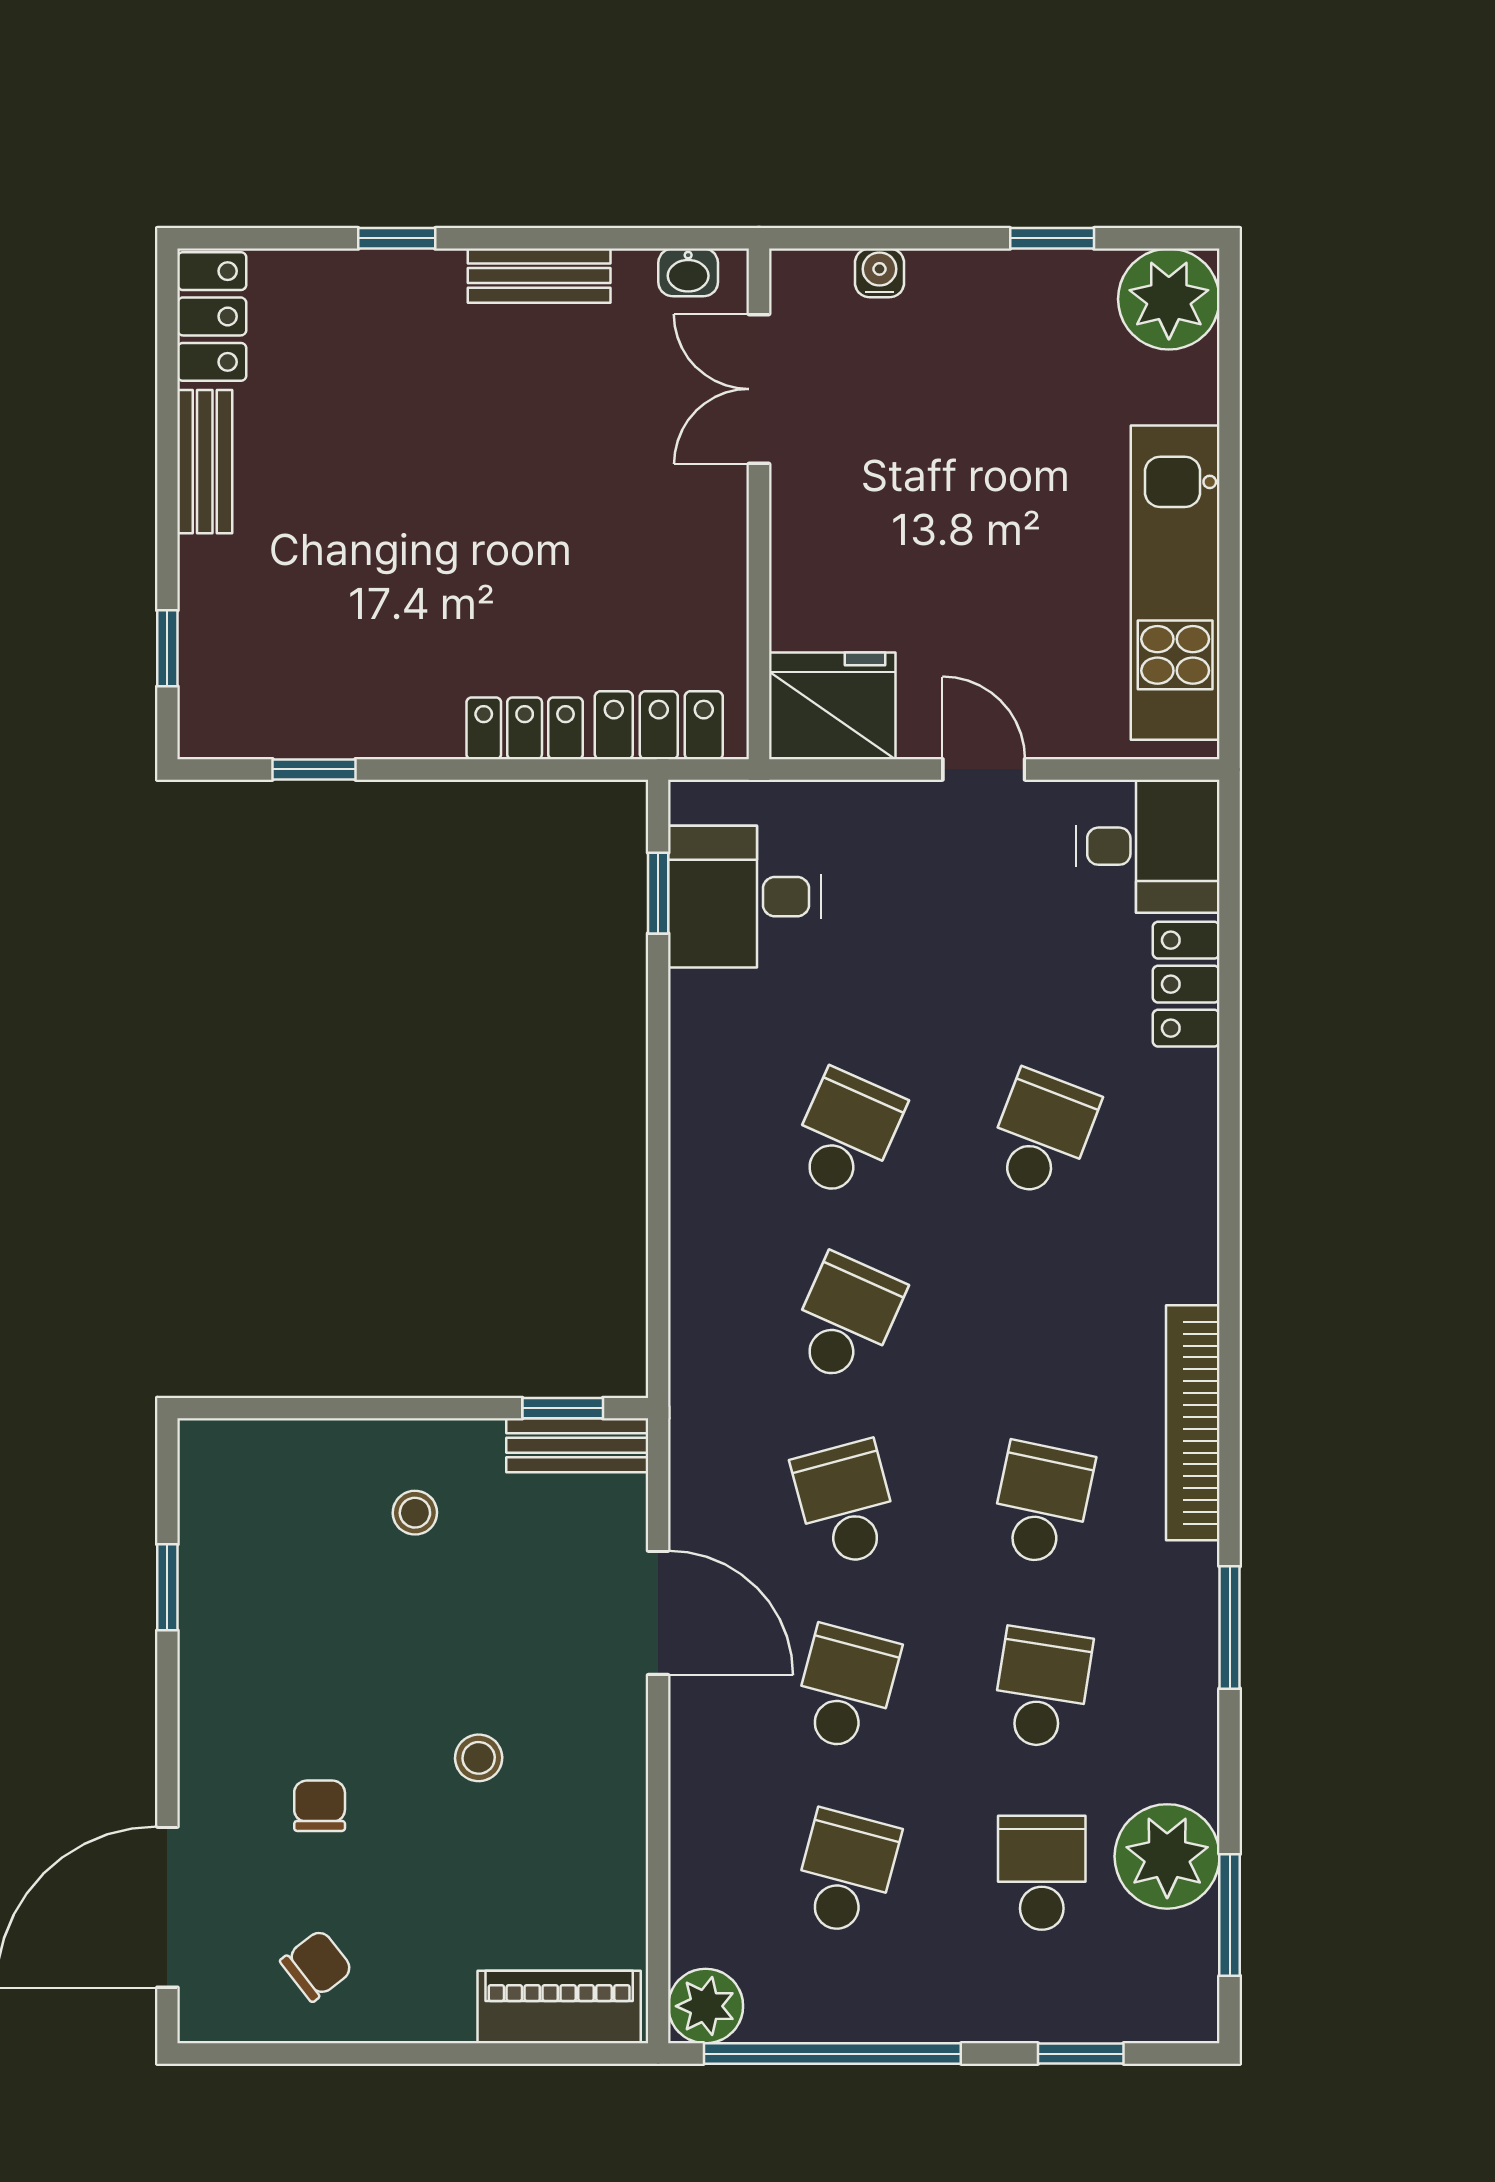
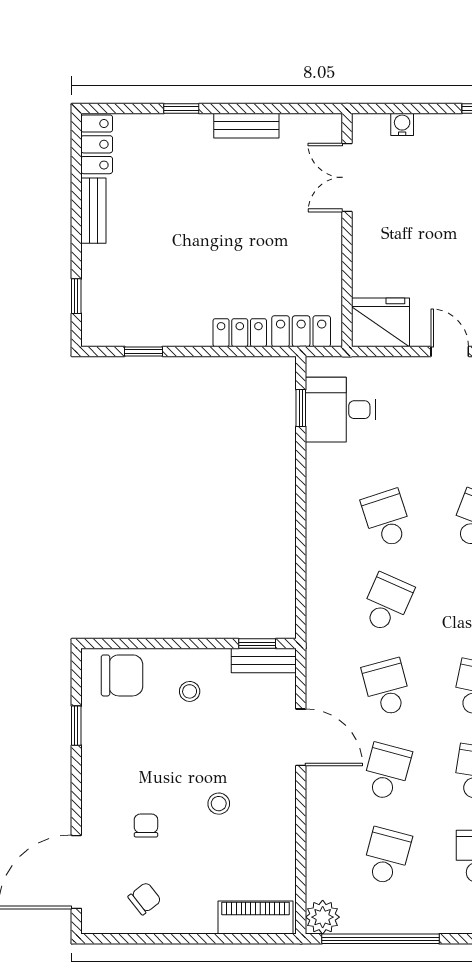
washbasin: (688, 272) -> (315, 124), removed
school desk: (846, 1135) -> (387, 519), turned -42
chair: (267, 1478) -> (122, 675), added

